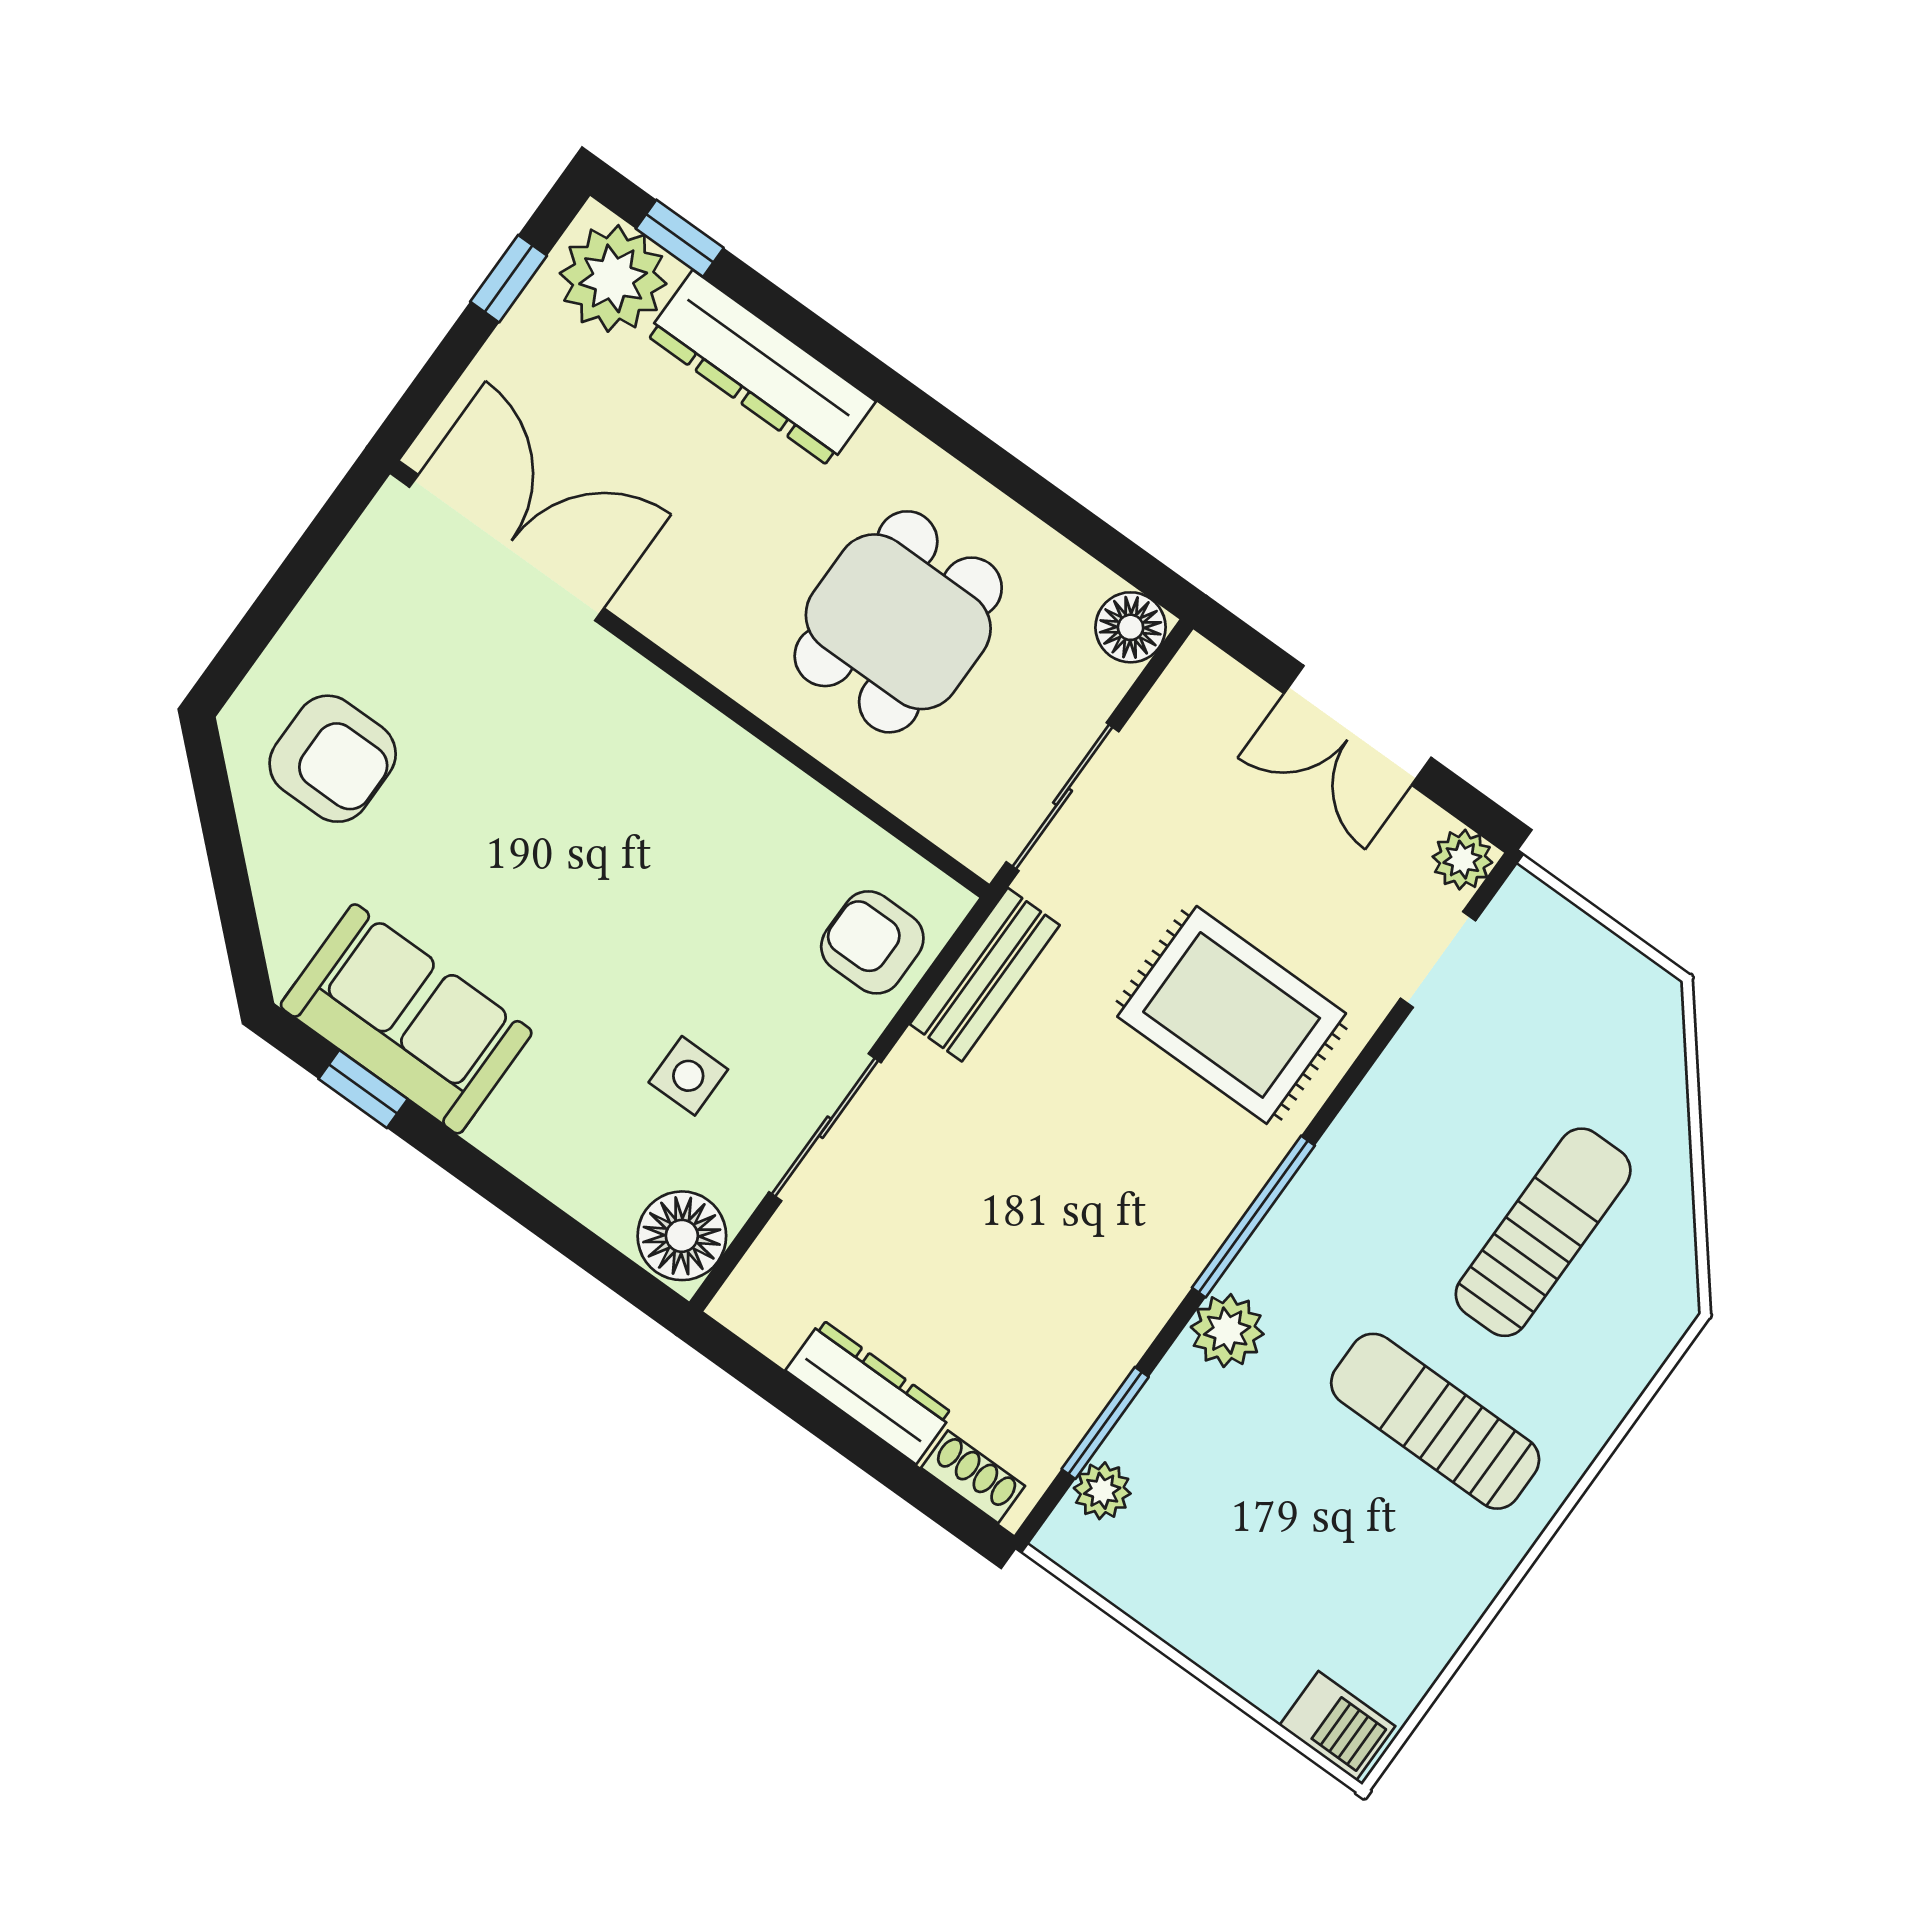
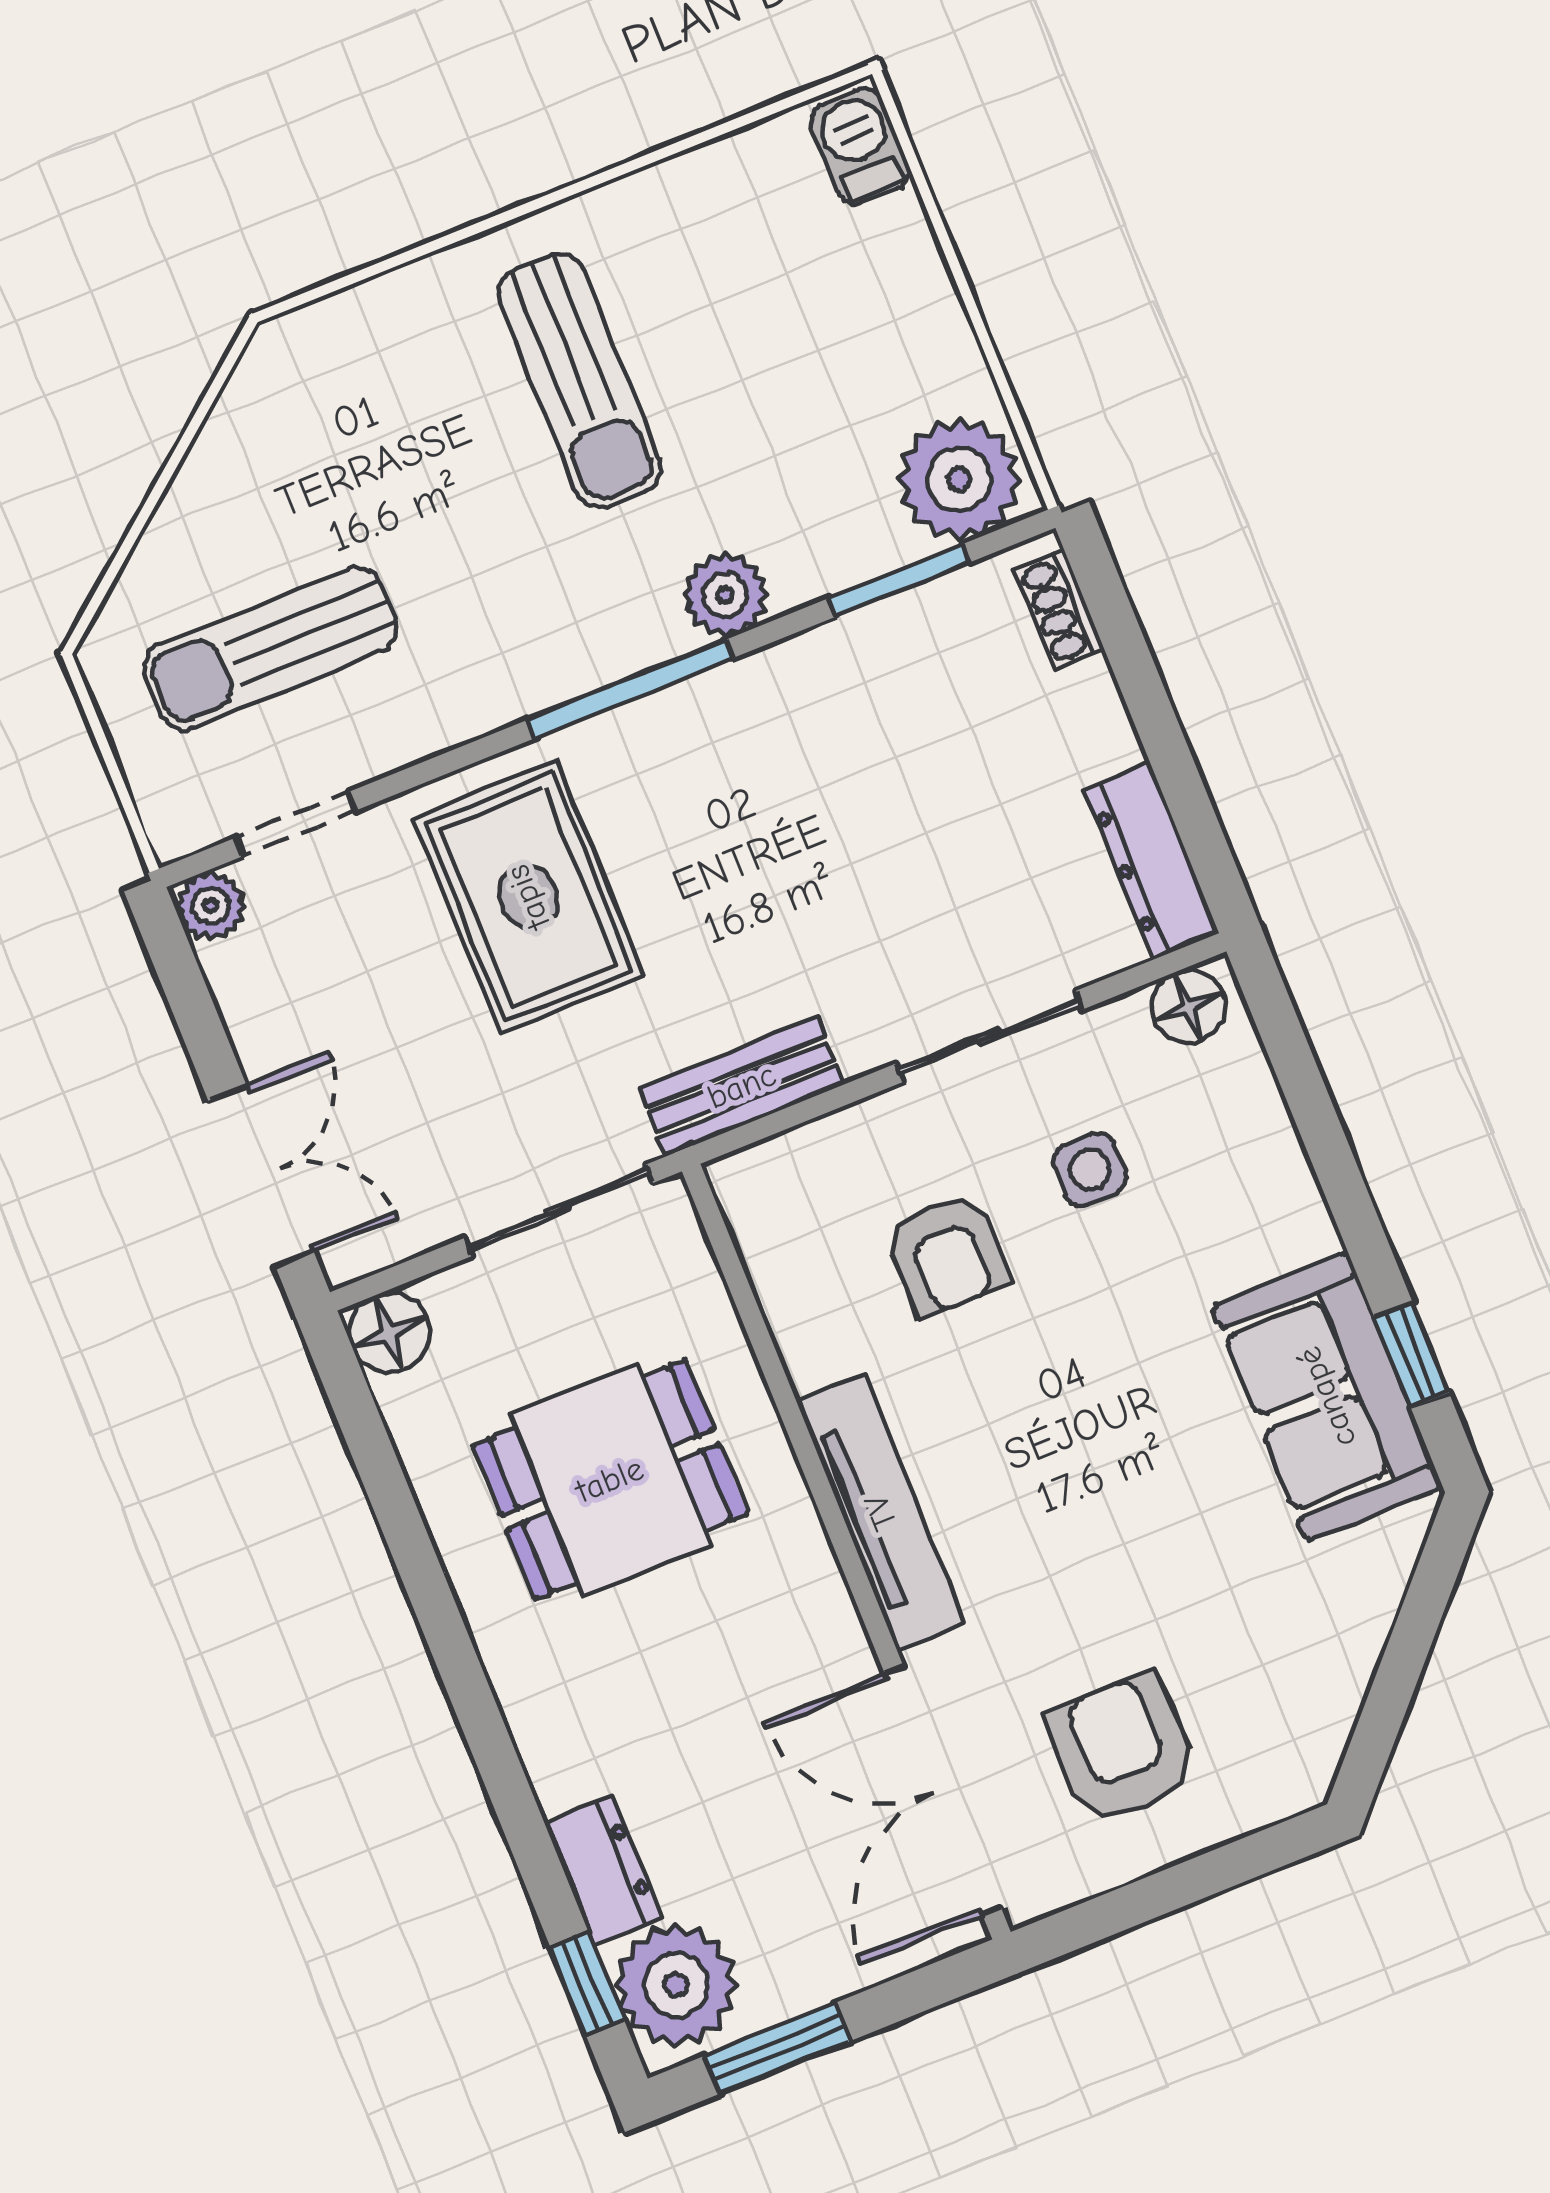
window: (509, 279) -> (777, 2049), width x1.50
dresser: (761, 368) -> (603, 1870), width x0.51, depth x0.80
tv unit: (683, 724) -> (881, 1512), added
double door: (1358, 725) -> (261, 1176), moved
armchair: (333, 759) -> (1122, 1749), moved
armchair: (872, 942) -> (947, 1254), moved
sun lounger: (1543, 1232) -> (270, 649), moved
floor lamp: (682, 1236) -> (1188, 1006), width x0.73, depth x0.73
dresser: (869, 1392) -> (1151, 861), moved
plant: (1102, 1491) -> (959, 479), width x1.88, depth x1.88

